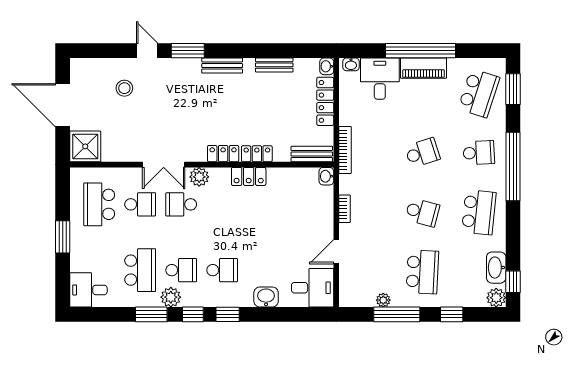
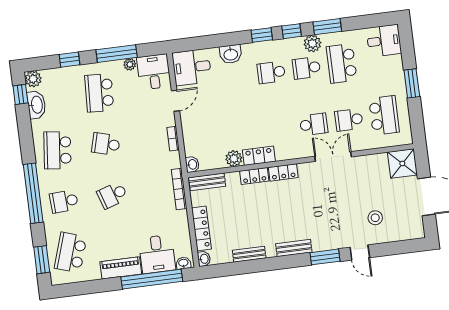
window: (421, 51) -> (152, 279), moved
plant: (199, 177) -> (234, 159), moved
desk: (357, 288) -> (154, 72), added

